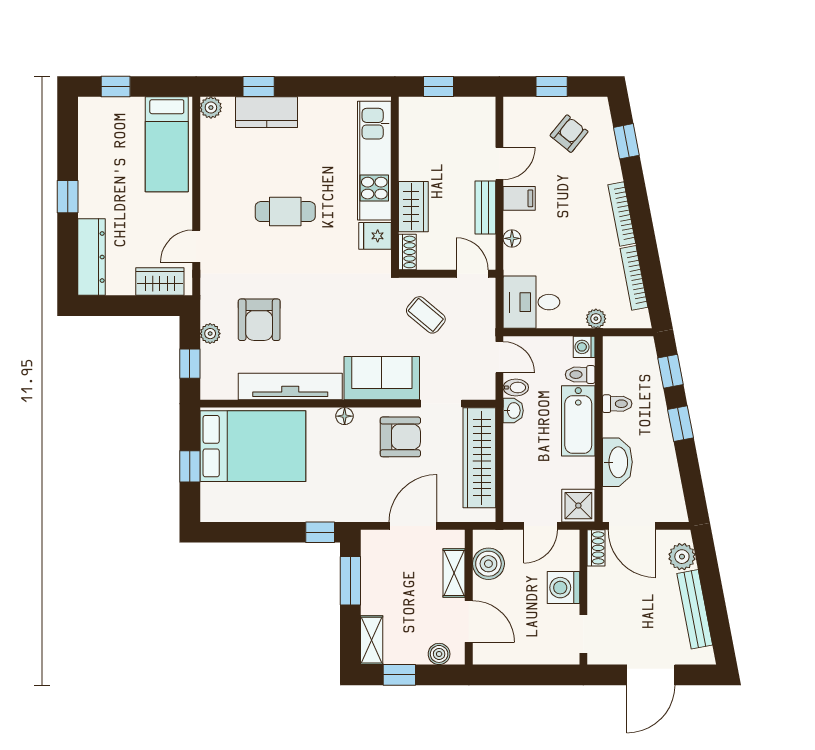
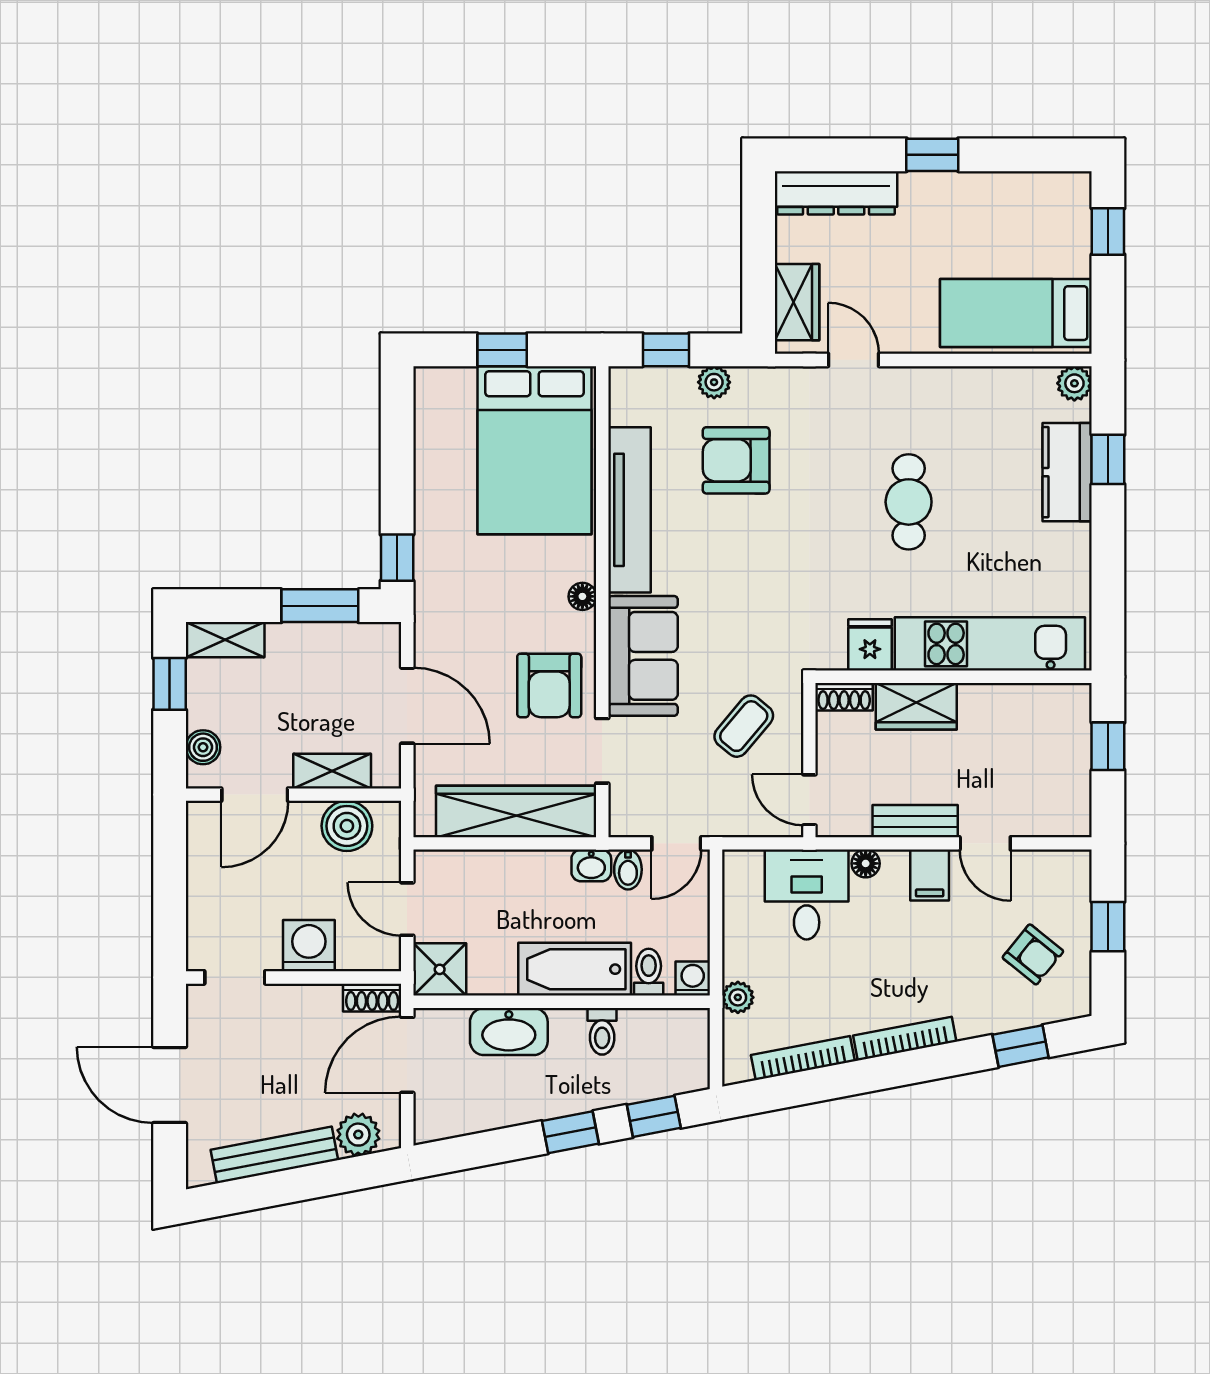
door: (472, 274) -> (809, 800), swing flipped
desk: (531, 302) -> (807, 894), moved

